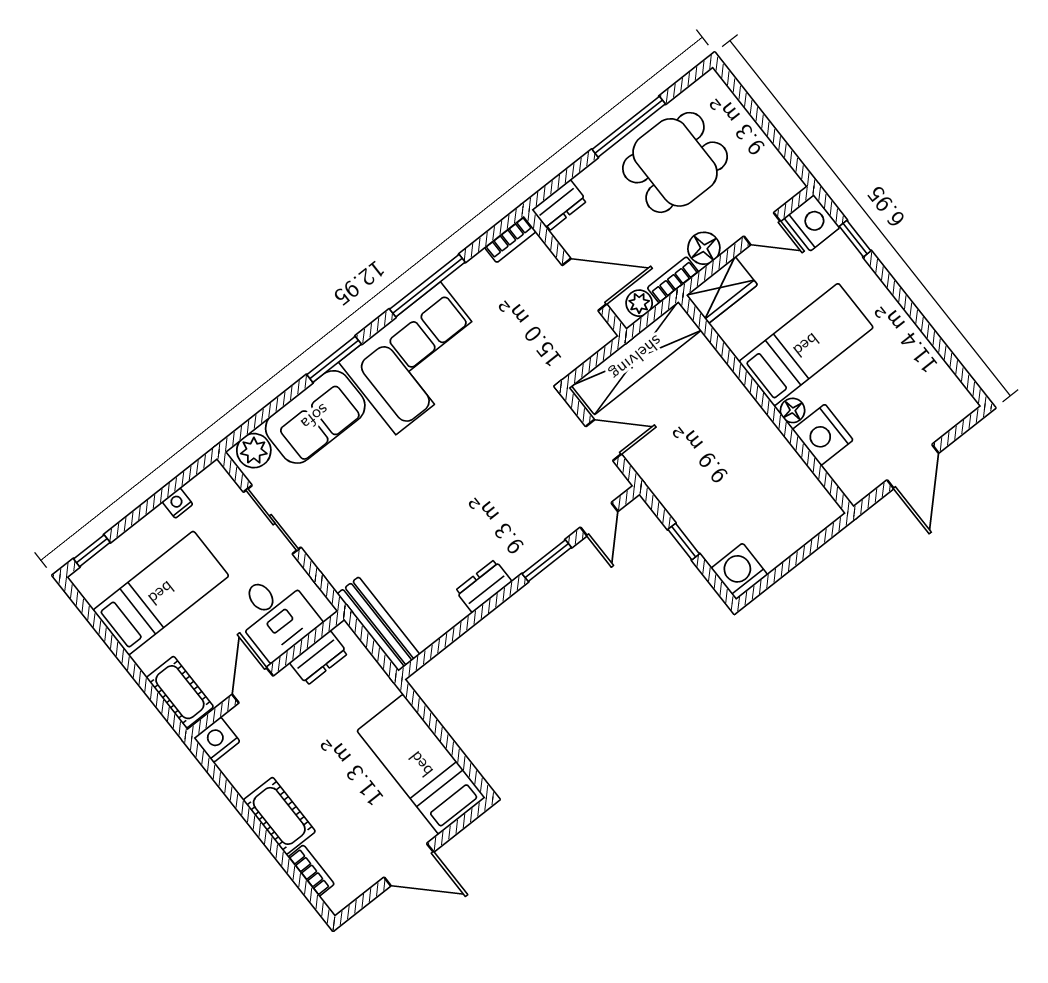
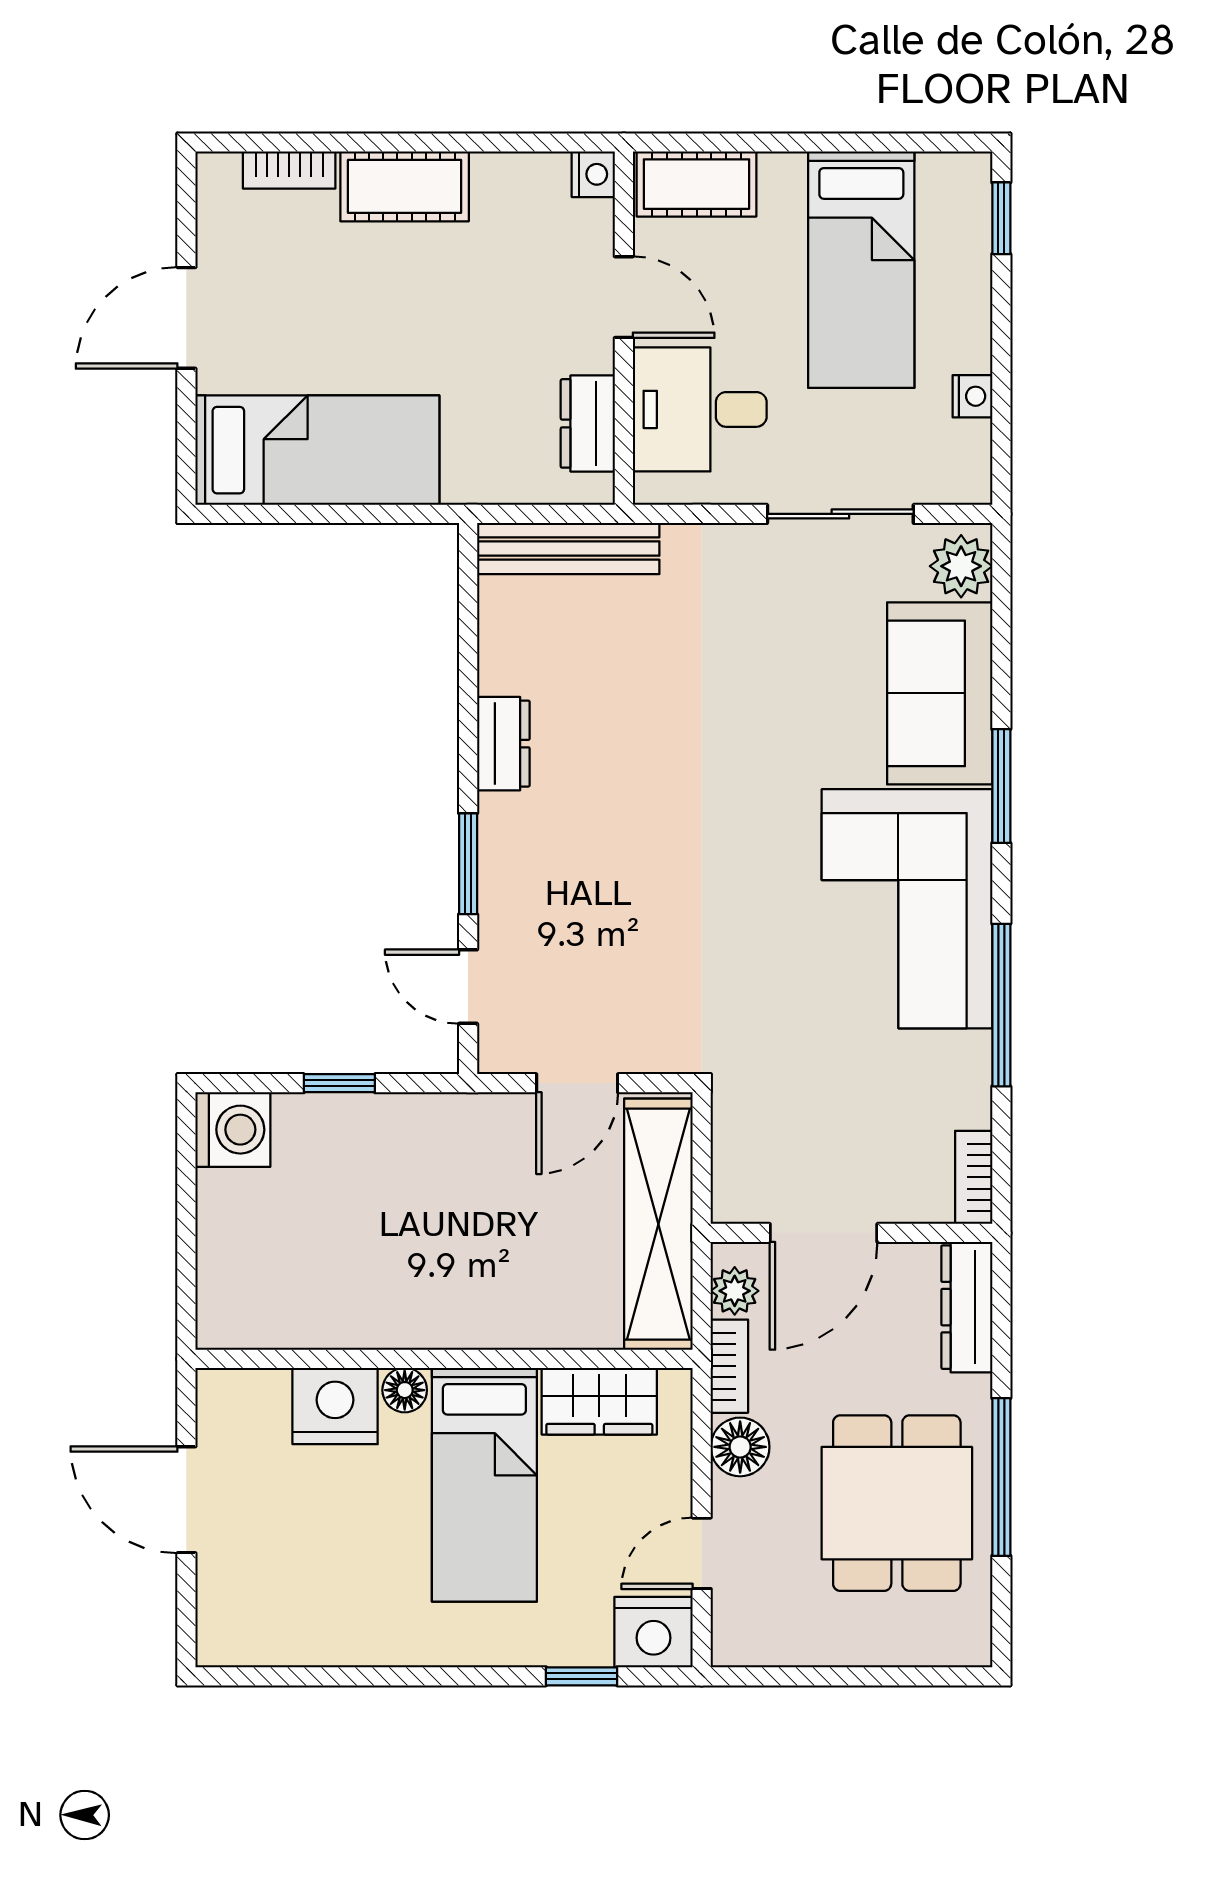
dresser: (559, 205) -> (967, 1307), width x1.44
wardrobe: (722, 290) -> (599, 1401), moved, turned -90
nightstand: (217, 740) -> (593, 174), width x0.72, depth x0.74

